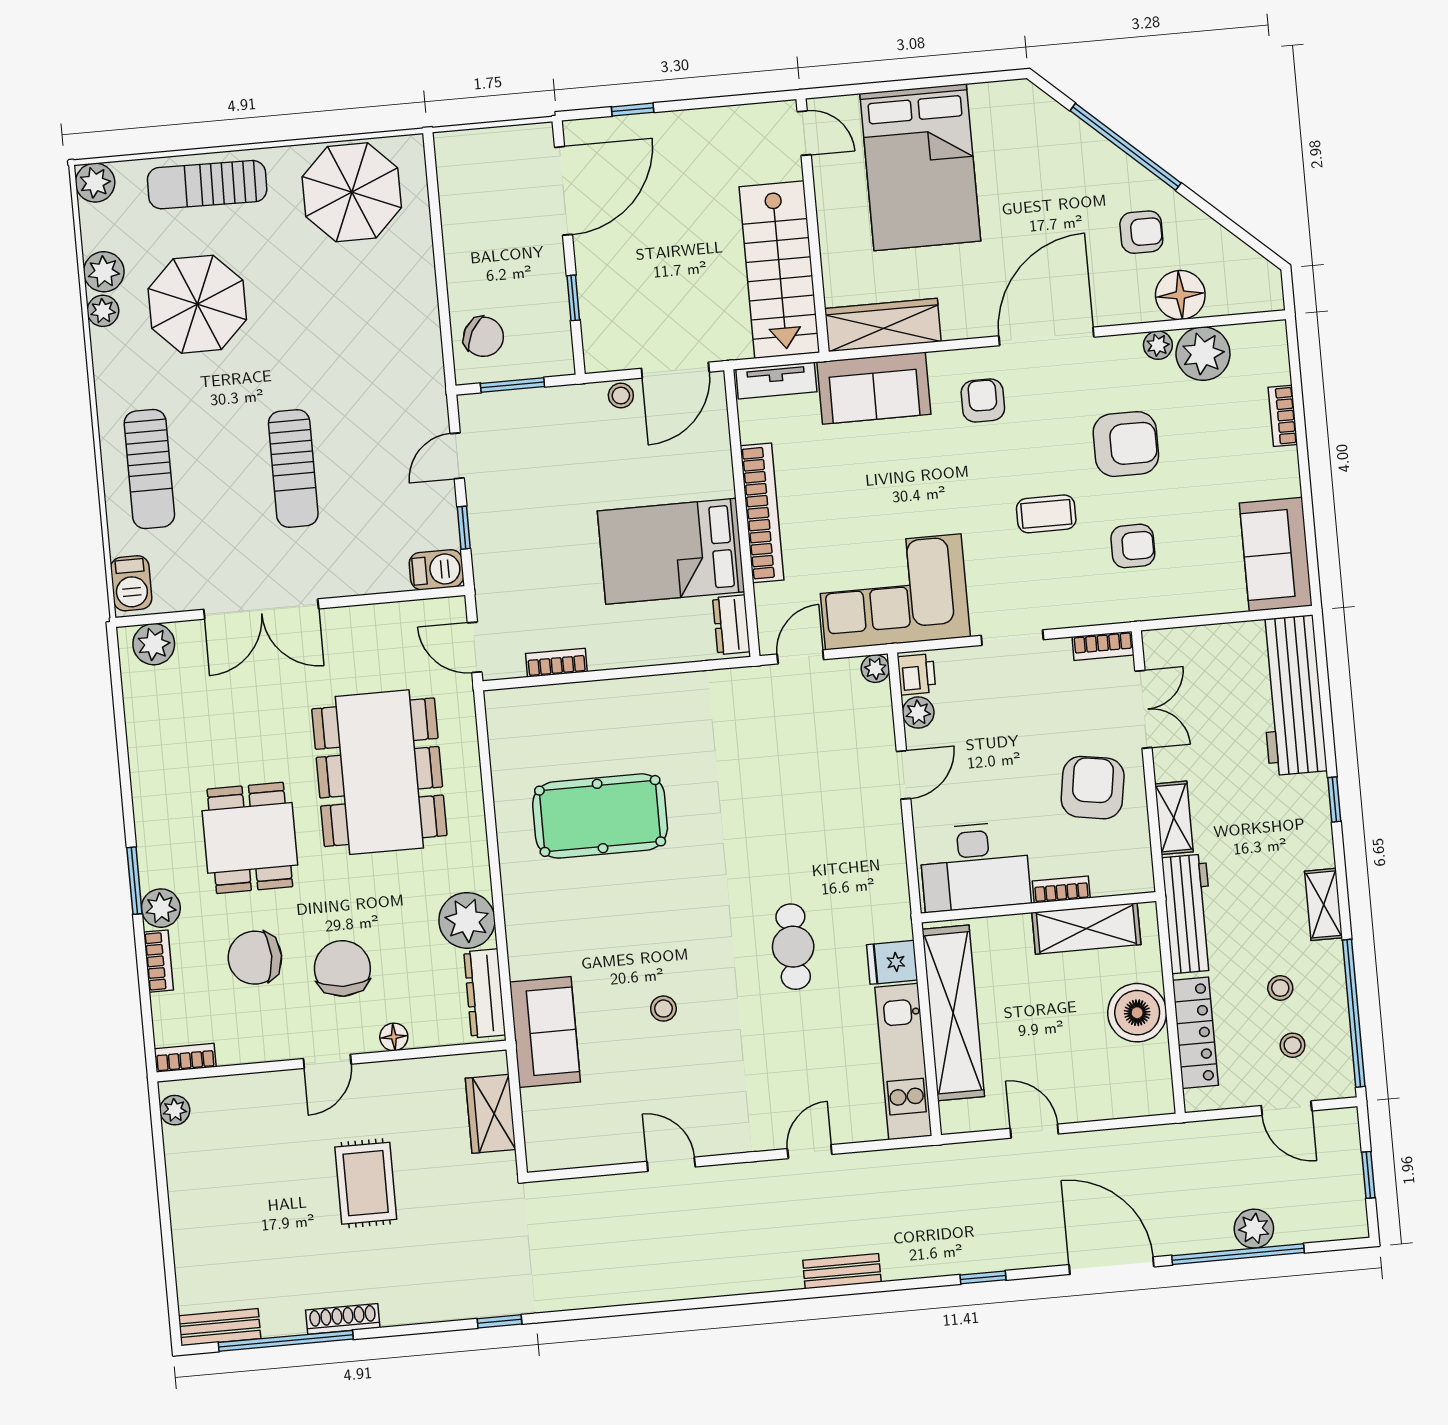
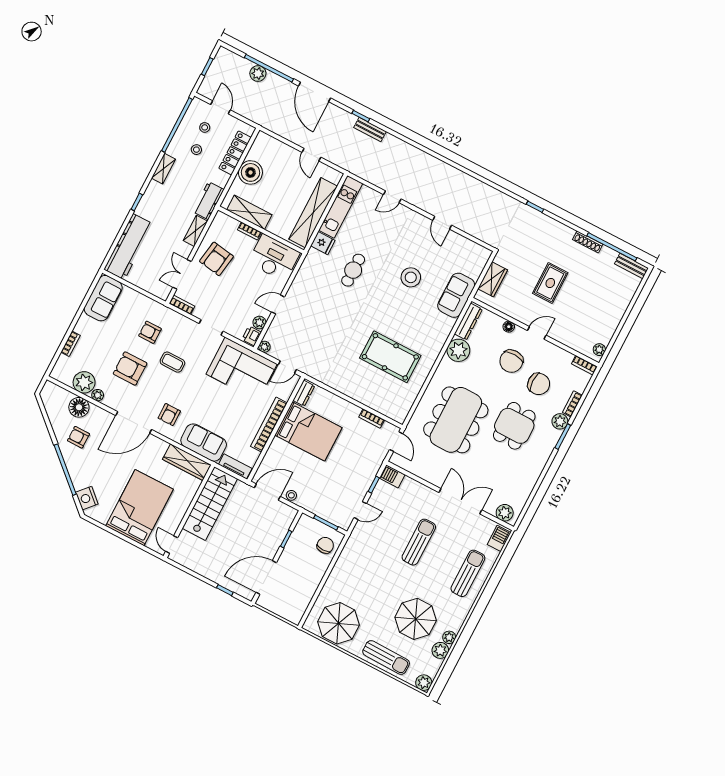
nightstand: (1043, 117) -> (87, 498), added
chair: (483, 337) -> (325, 545), turned 61
workbench: (1189, 914) -> (208, 201), width x0.73
stool: (663, 1009) -> (411, 277), width x1.89, depth x1.89
bench: (842, 1271) -> (370, 130), moved

